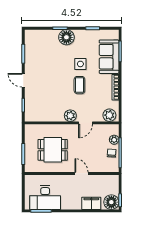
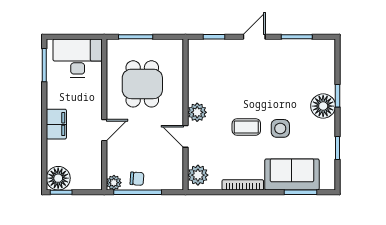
plant: (114, 140) -> (114, 183), moved
desk: (45, 198) -> (78, 58), moved, turned 90
filing cabinet: (91, 203) -> (56, 124), moved

